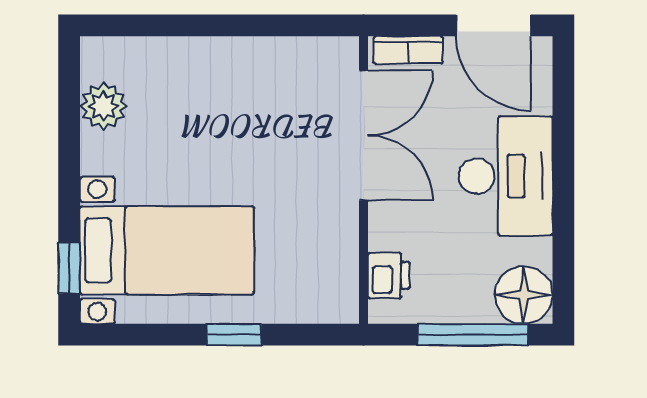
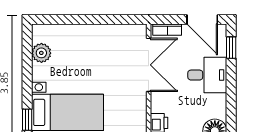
window: (563, 94) -> (231, 48), added
desk: (506, 176) -> (207, 75), width x0.73

